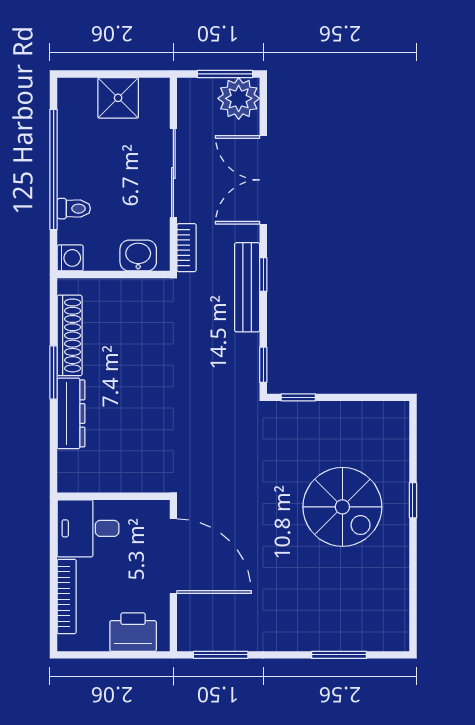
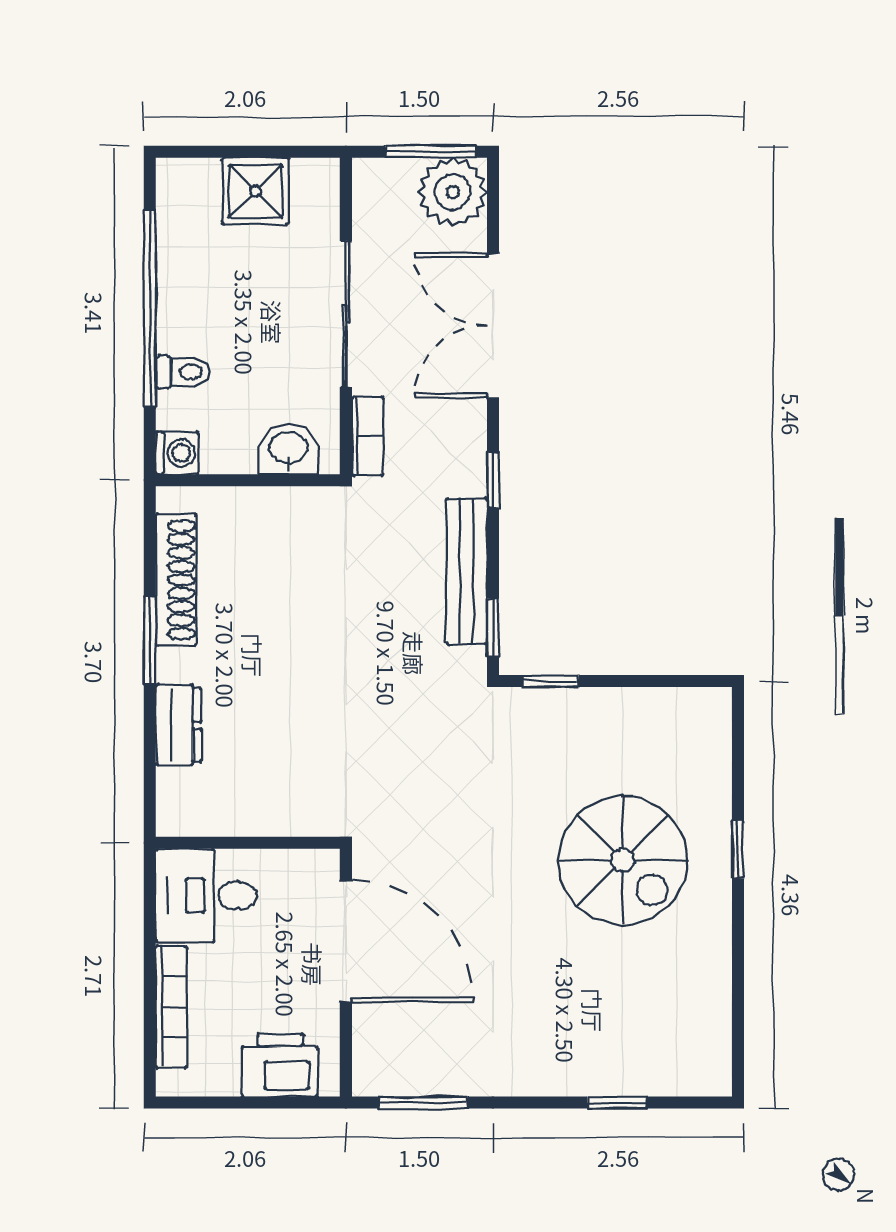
bench: (247, 287) -> (467, 571), moved
dresser: (71, 413) -> (178, 725), width x0.70
window: (339, 655) -> (617, 1103), width x0.67

